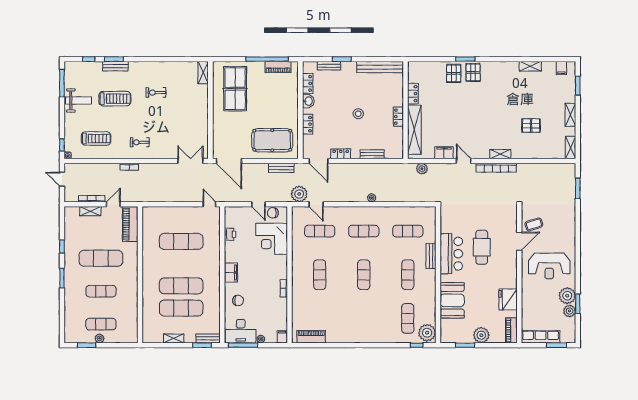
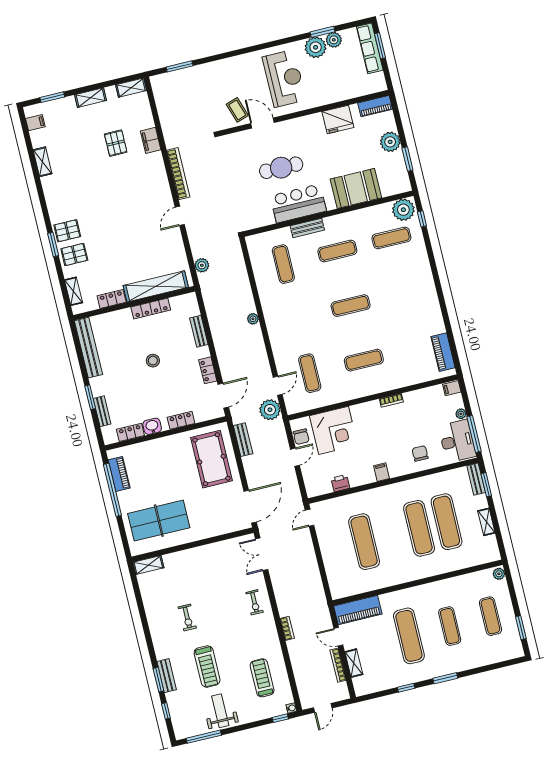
treadmill: (115, 99) -> (207, 666), turned 180
locker: (398, 117) -> (151, 309), width x1.53
exercise bike: (140, 142) -> (255, 602), moved
filing cabinet: (444, 153) -> (151, 140), moved
shelving: (500, 154) -> (73, 291), moved
exercise mat: (364, 231) -> (297, 319), removed
filing cabinet: (231, 272) -> (381, 472), width x0.50
row of seats: (541, 337) -> (370, 48), moved
plant: (100, 338) -> (499, 574), moved

